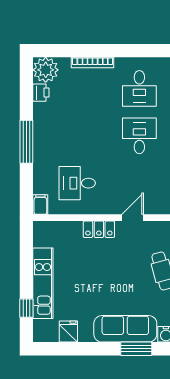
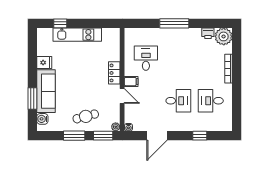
filing cabinet: (40, 205) -> (131, 82), moved
fridge: (68, 331) -> (44, 63), moved

